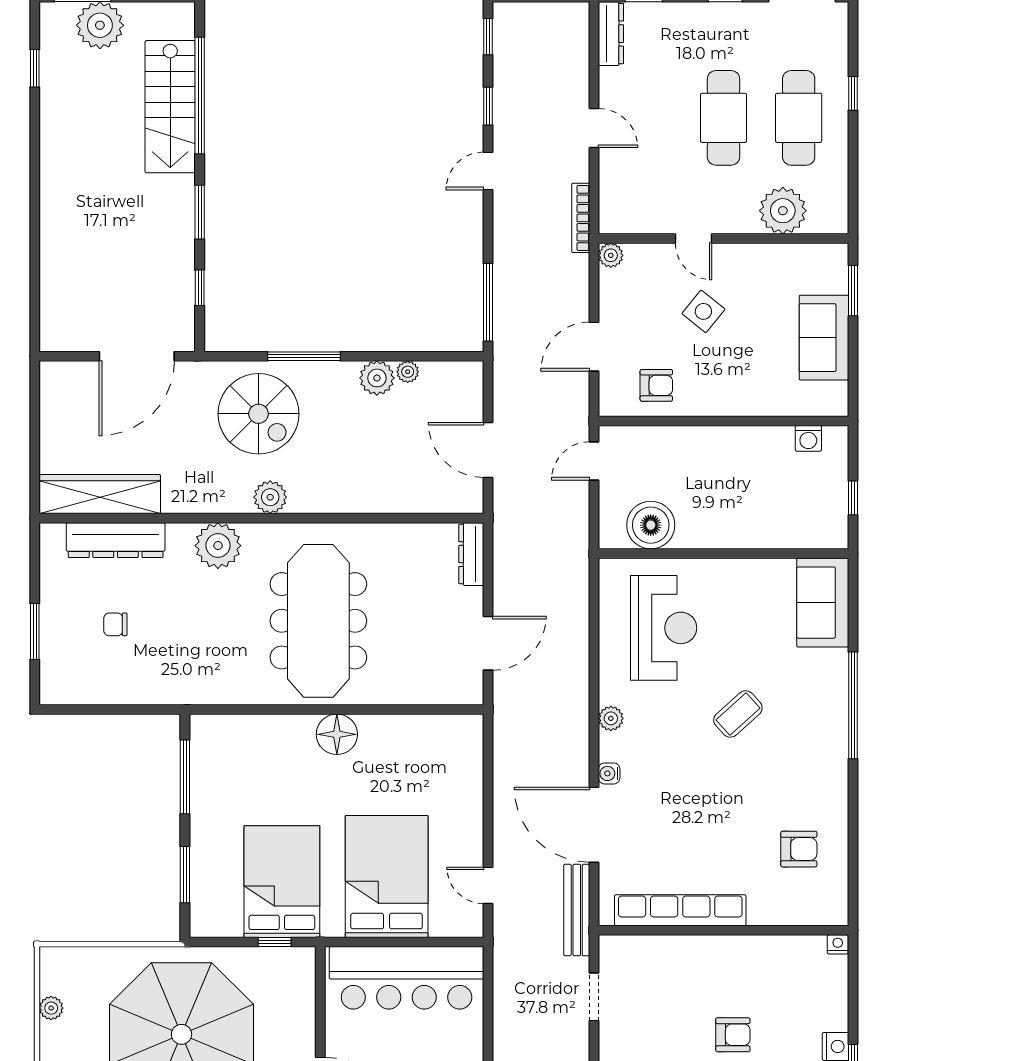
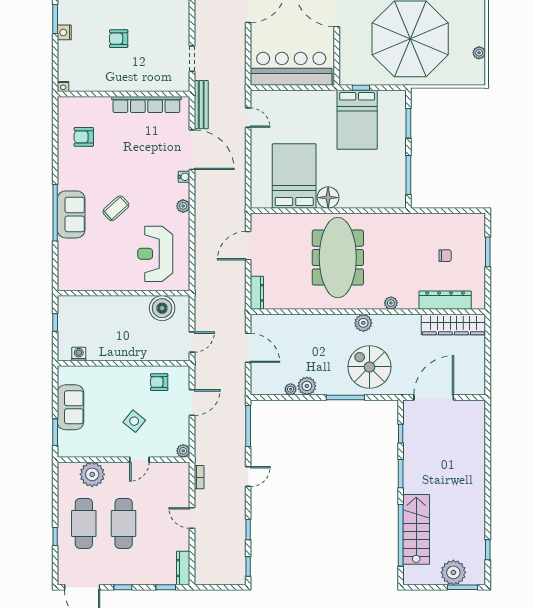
door: (488, 171) -> (248, 477), moved
bookcase: (581, 218) -> (199, 477), width x0.64
door: (694, 239) -> (139, 460), swing flipped
plant: (218, 546) -> (391, 303), width x0.53, depth x0.53
sofa: (823, 603) -> (71, 214), moved
bed: (387, 876) -> (294, 176), moved, turned 180

